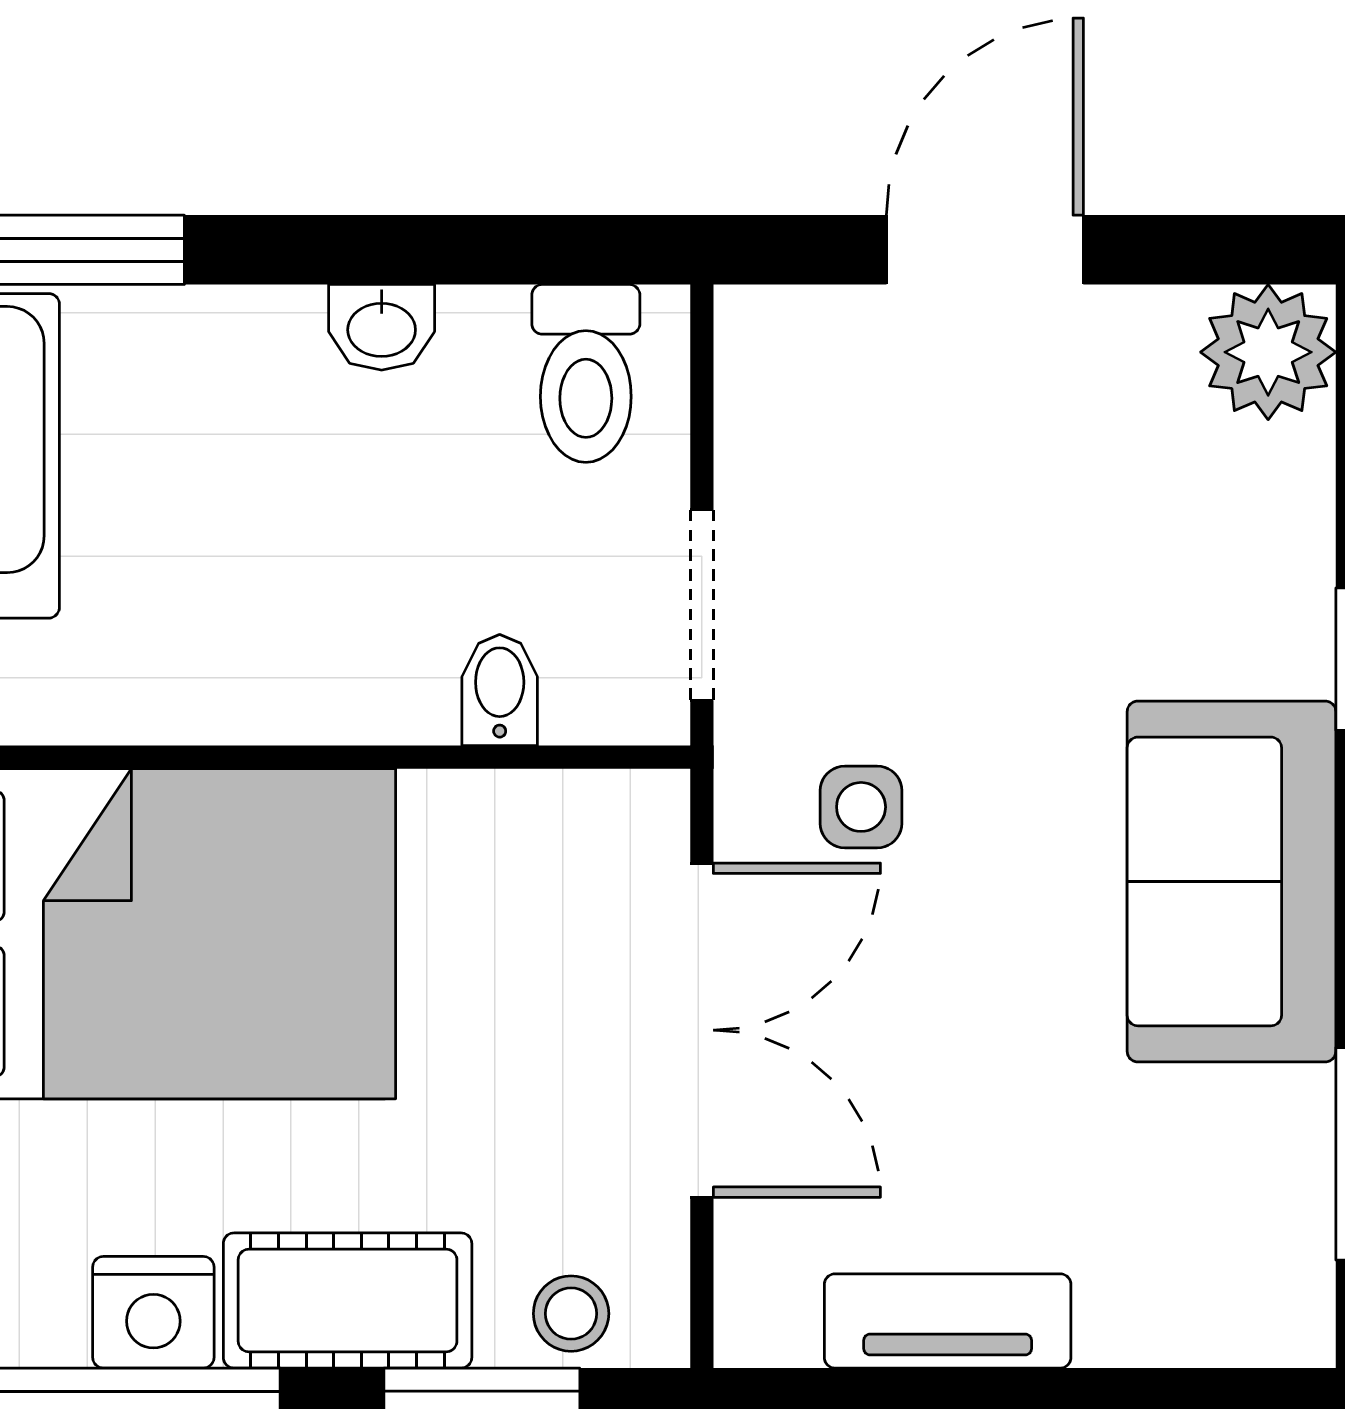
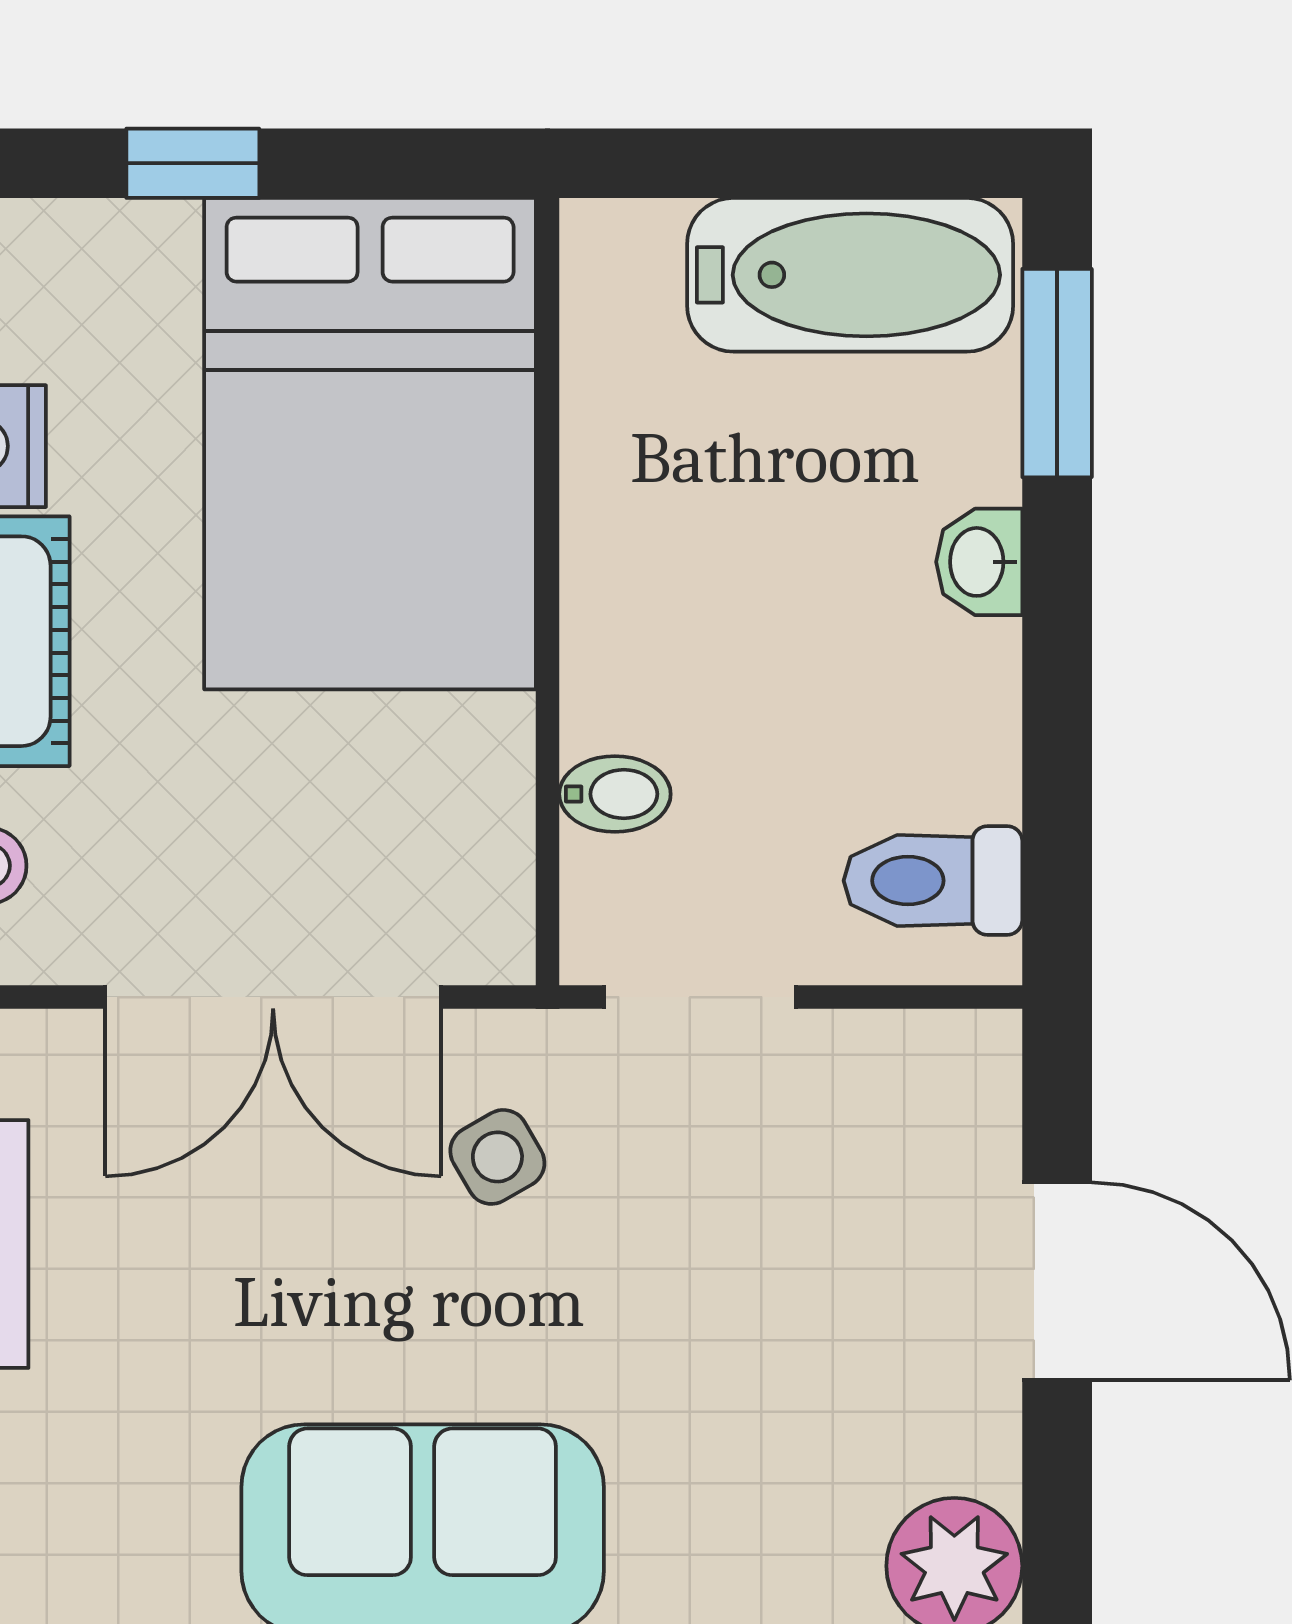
washbasin: (382, 327) -> (979, 562), moved
side table: (861, 807) -> (497, 1157), turned -30

